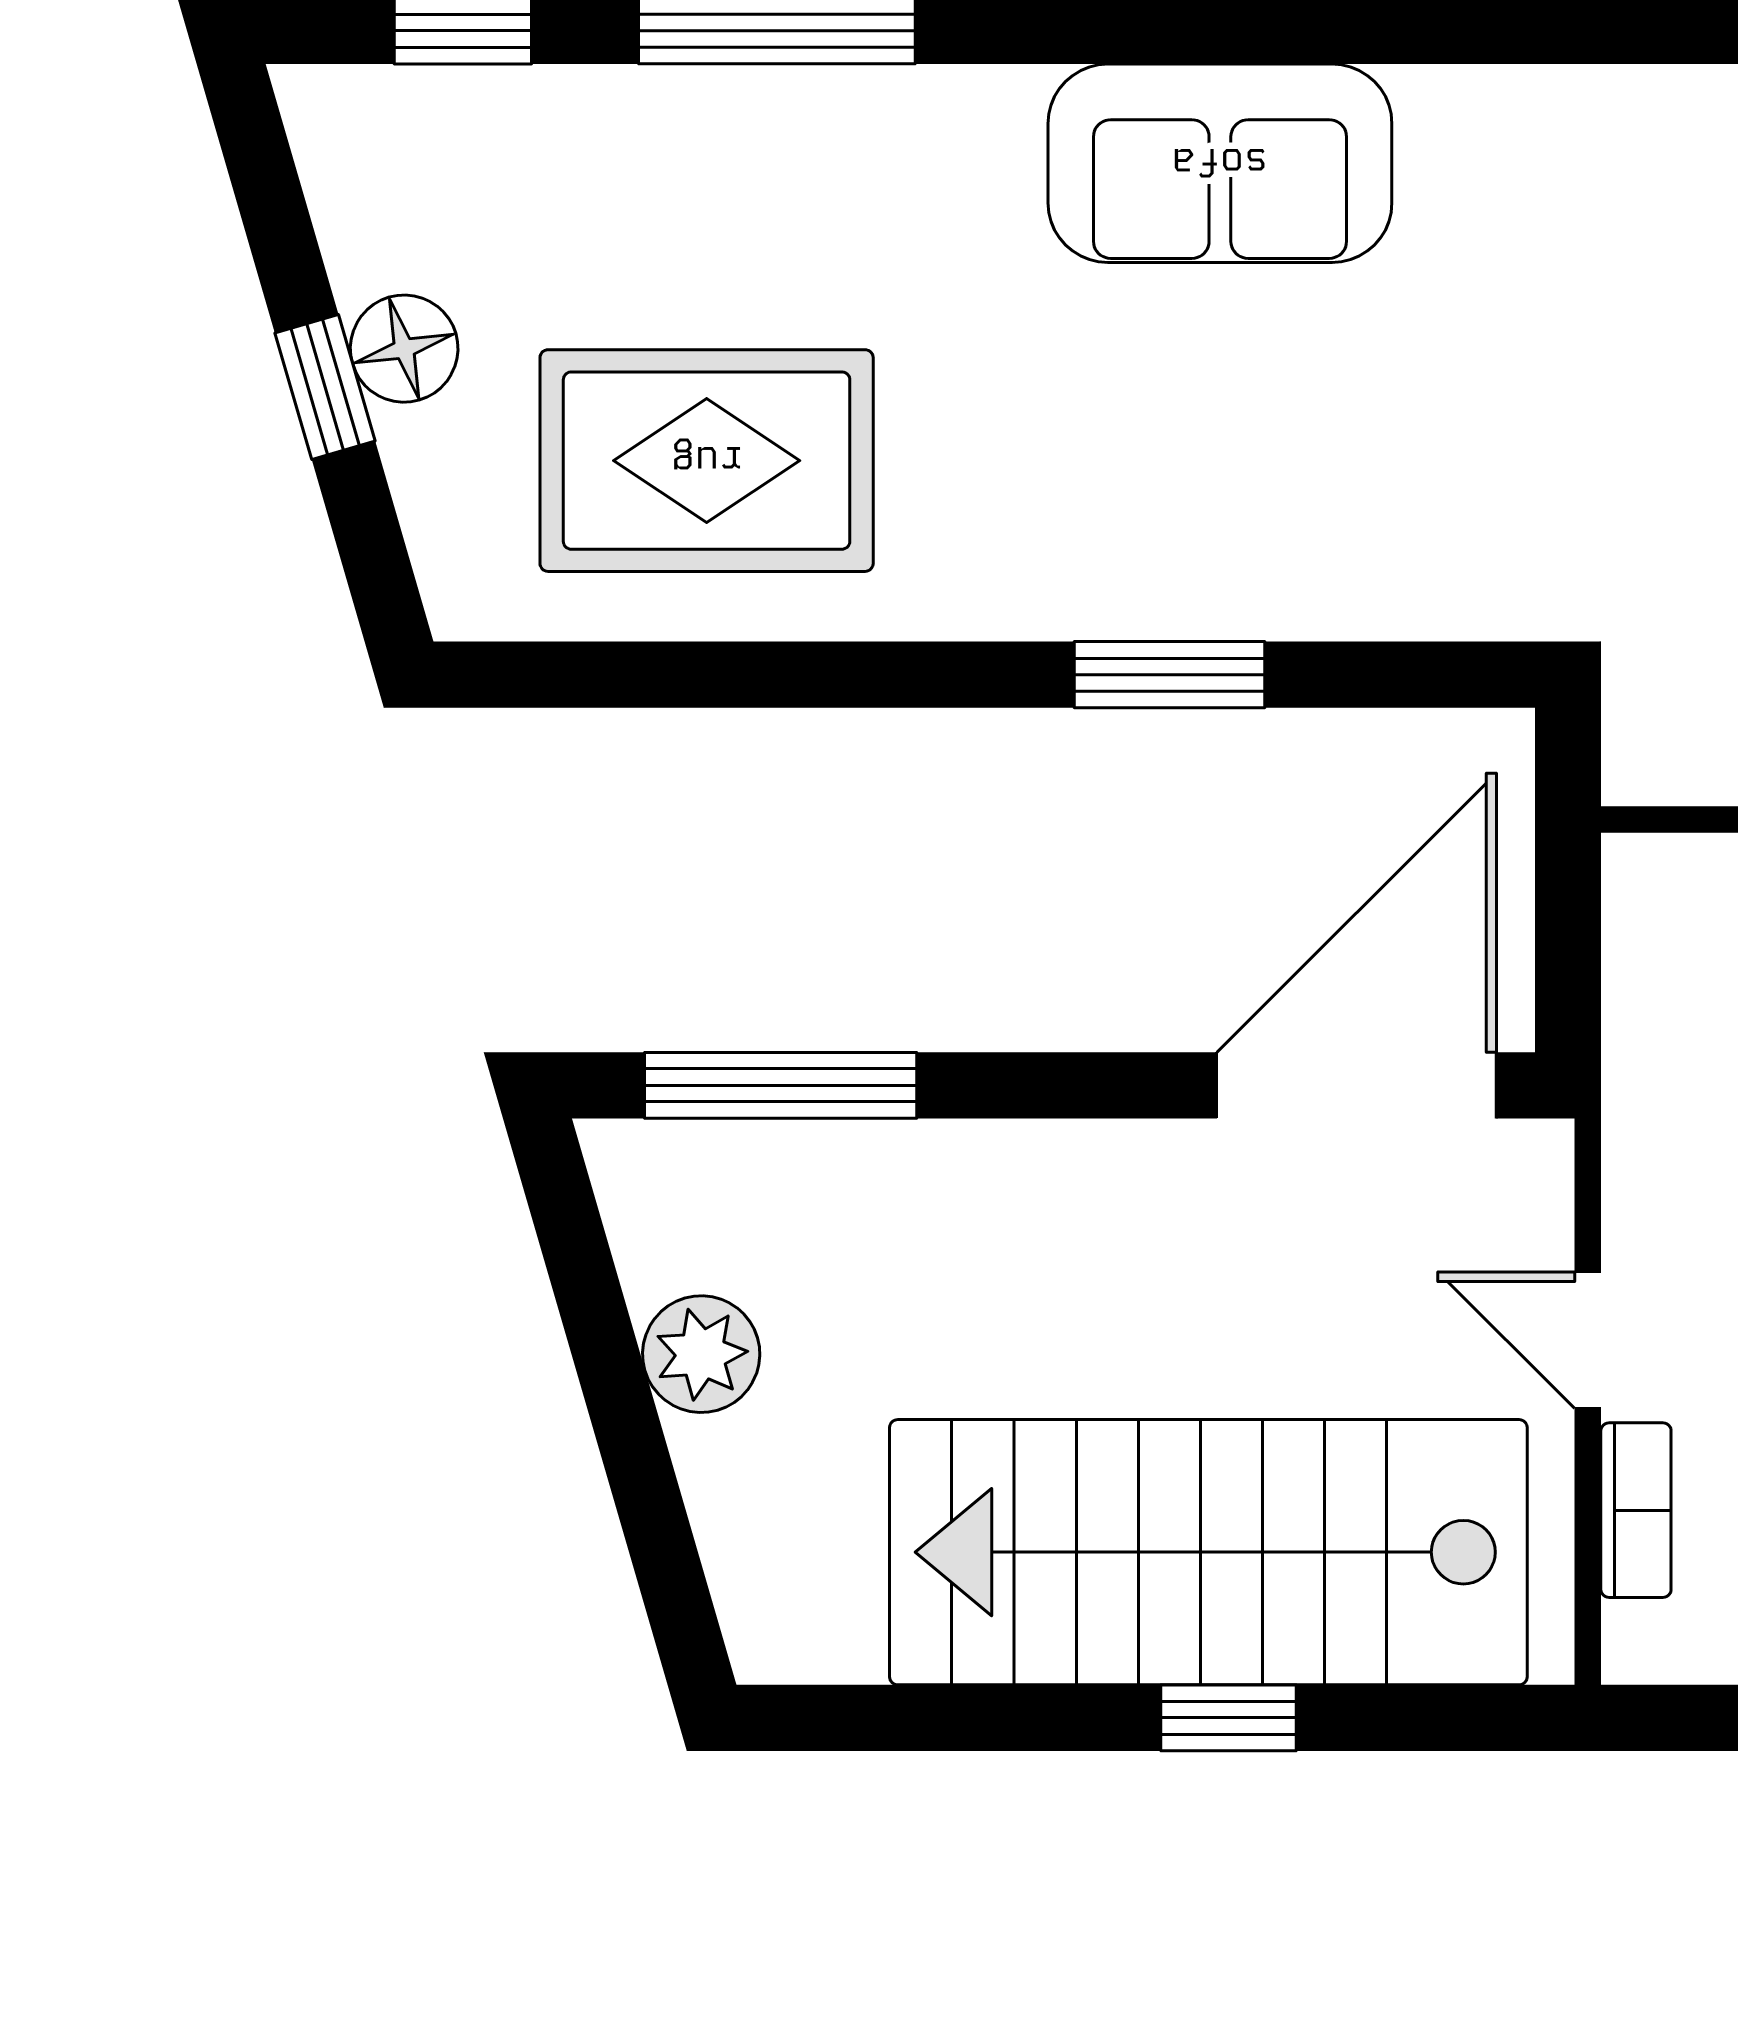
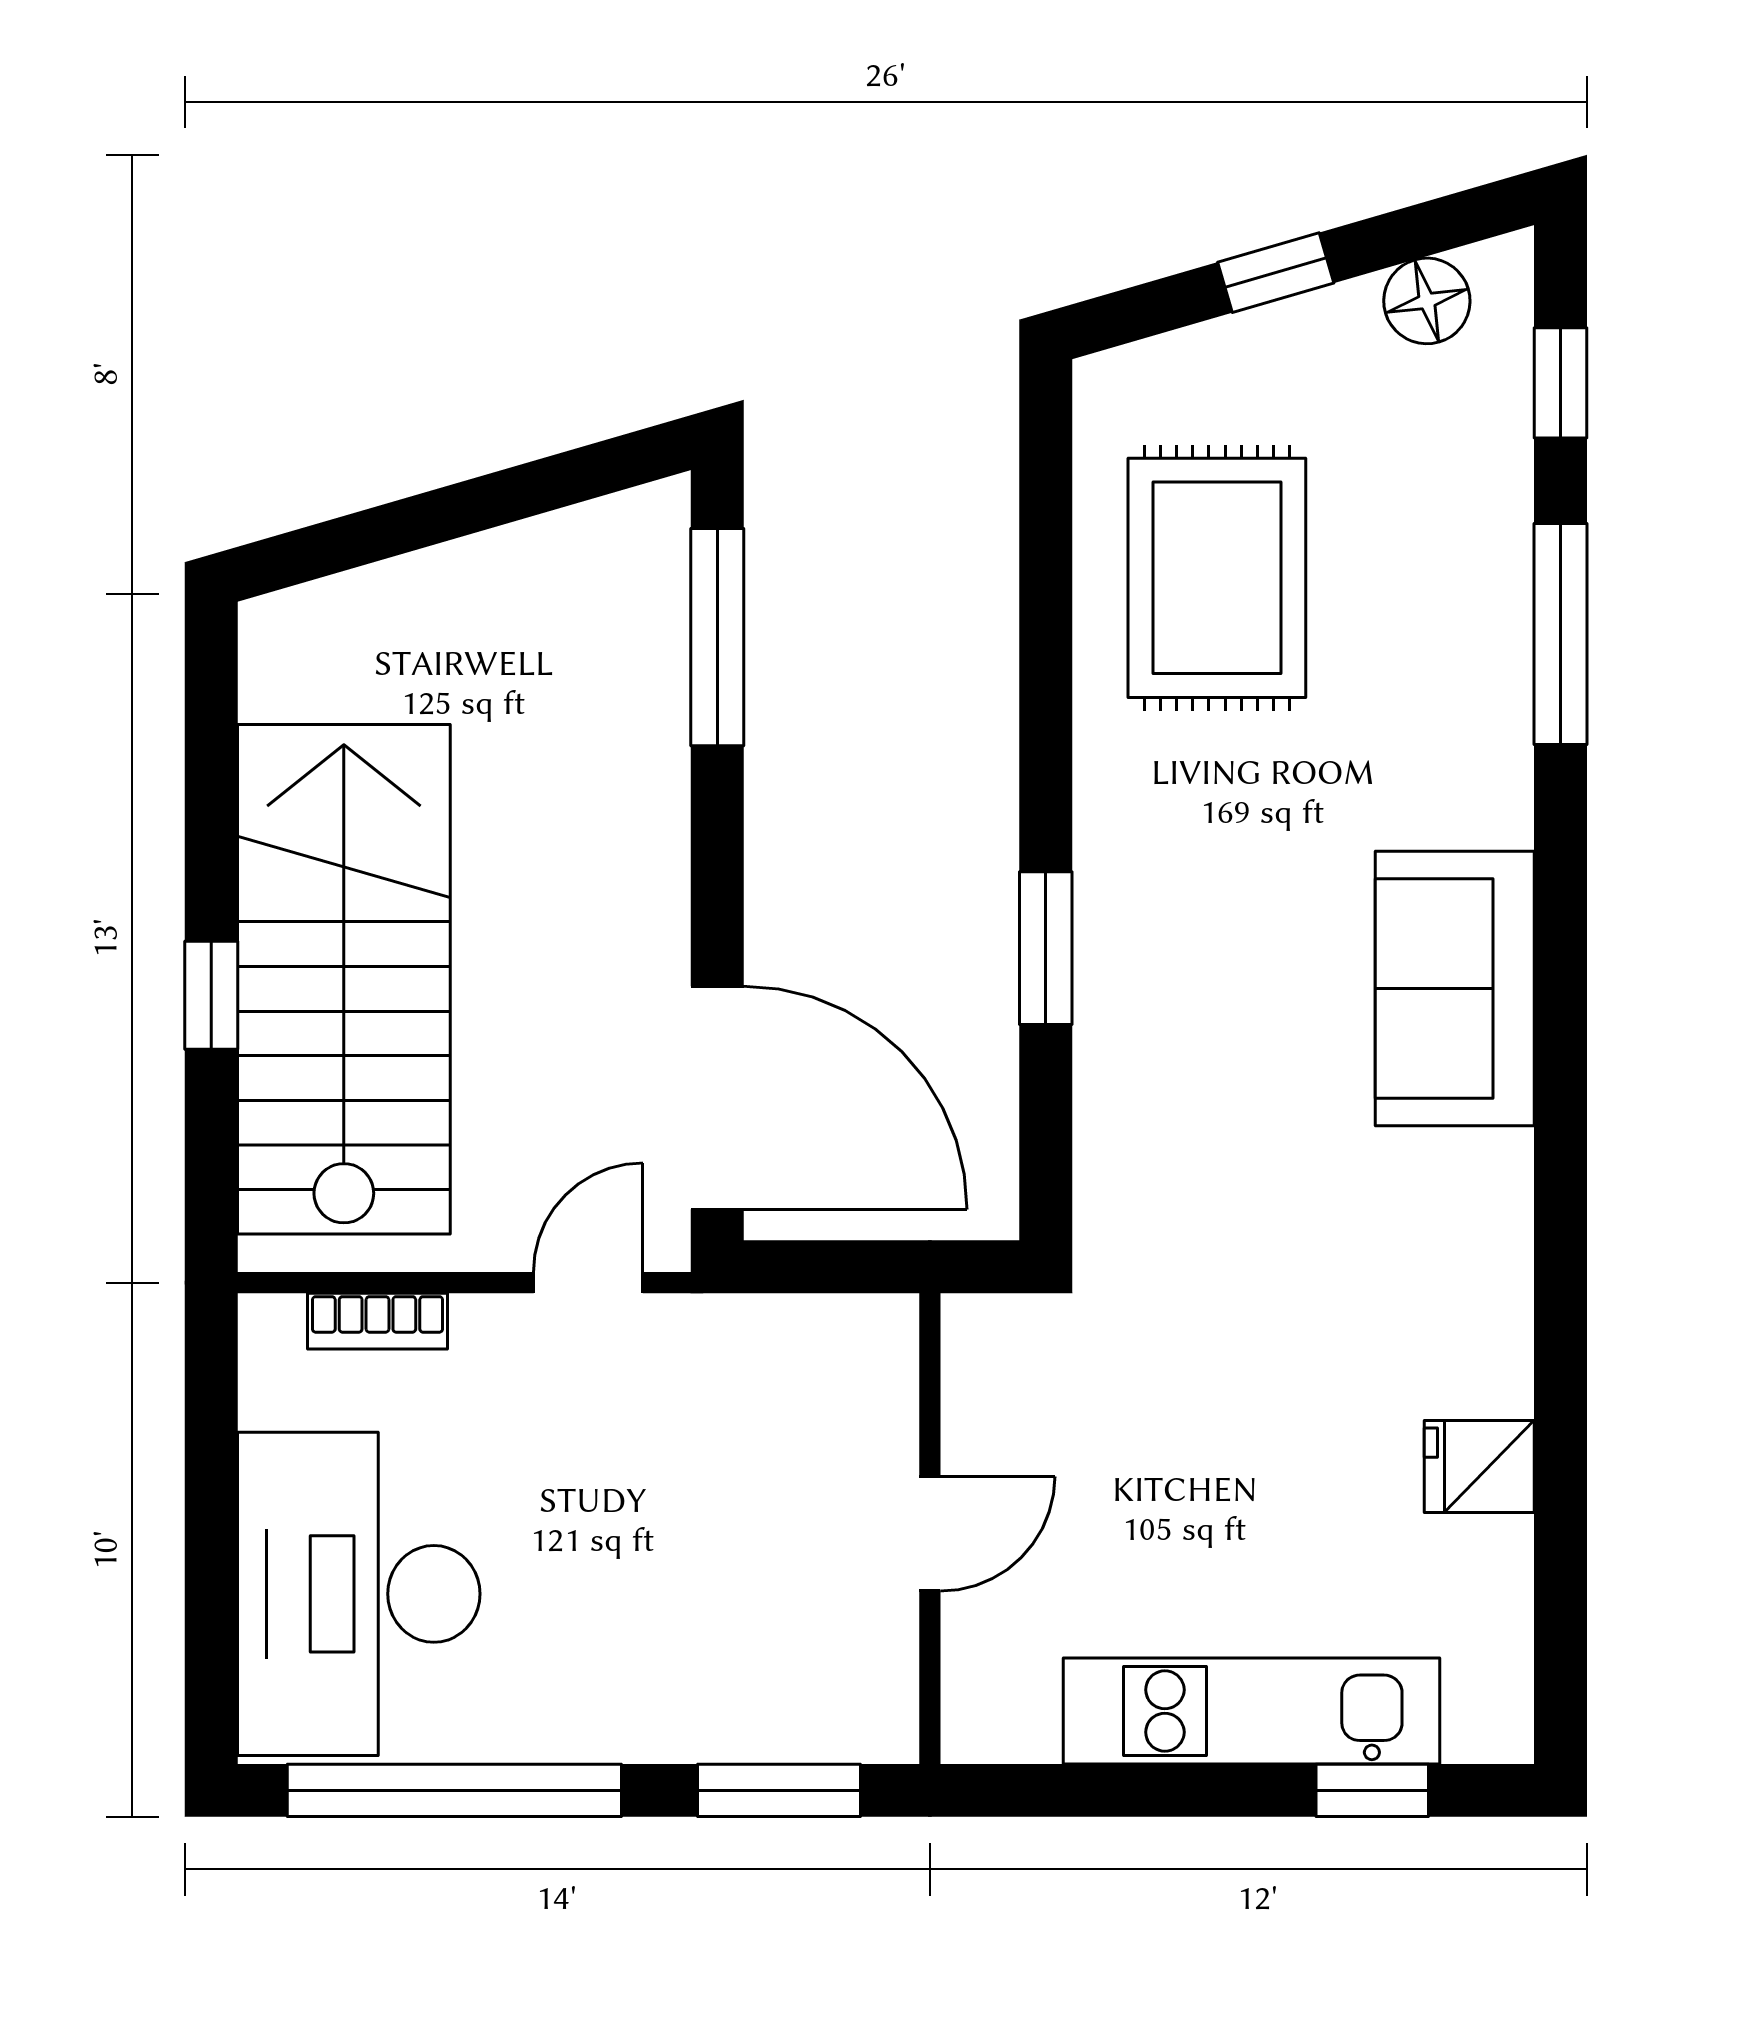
floor lamp: (404, 349) -> (1427, 301), moved
door: (1588, 1340) -> (588, 1283), moved
plant: (701, 1354) -> (502, 574), removed

